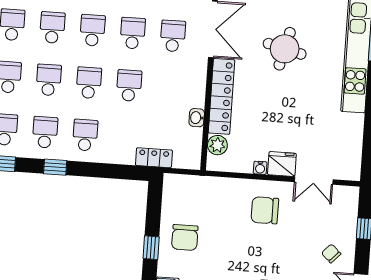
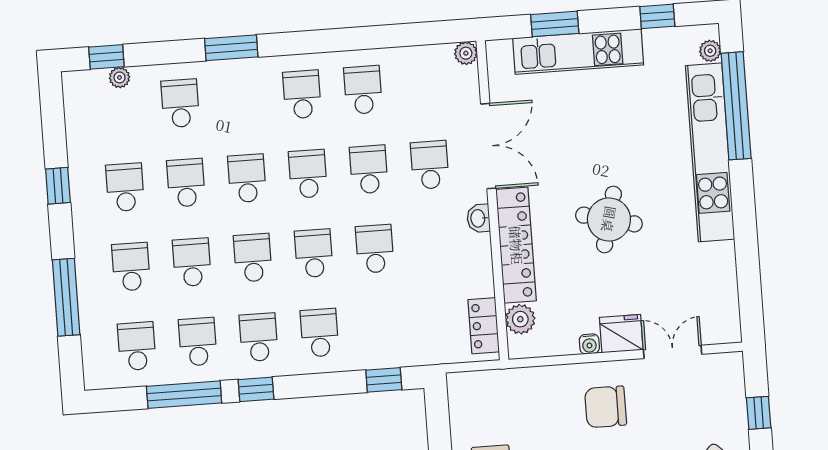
round table: (285, 49) -> (609, 219), moved
washbasin: (197, 118) -> (478, 218), moved
locker: (154, 158) -> (484, 326), moved, turned -90
window: (55, 167) -> (256, 389), moved
window: (123, 172) -> (384, 380), added
double door: (314, 181) -> (673, 352), swing flipped

